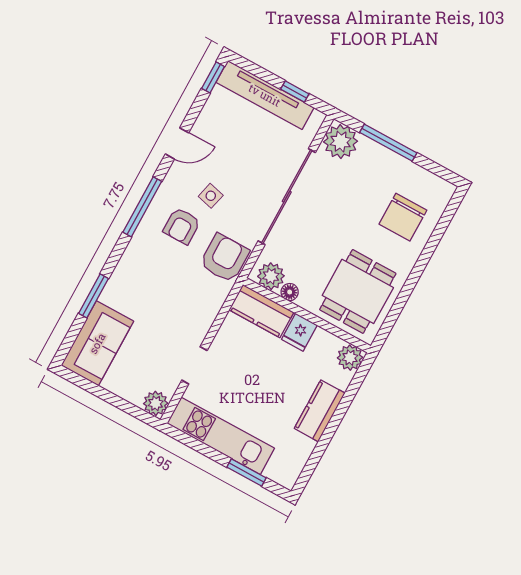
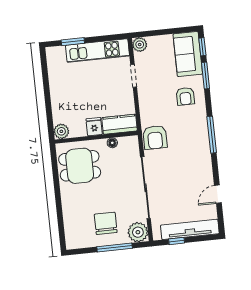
window: (213, 77) -> (202, 47), moved
door: (177, 143) -> (218, 194), moved
side table: (211, 196) -> (182, 163), removed
chair: (403, 217) -> (106, 223), moved
armchair: (182, 226) -> (185, 96), moved, turned 180
plant: (271, 276) -> (127, 144), removed
dining table: (358, 291) -> (80, 166), turned 90
kitchen counter: (320, 411) -> (58, 96), removed

